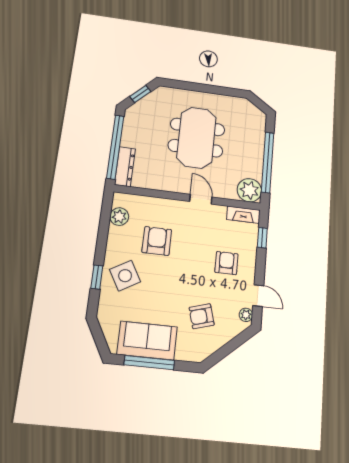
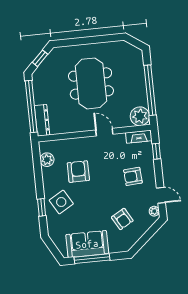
armchair: (226, 263) -> (133, 176), turned -94
armchair: (202, 316) -> (122, 219), turned -104

